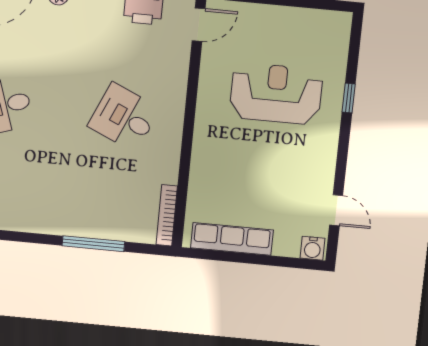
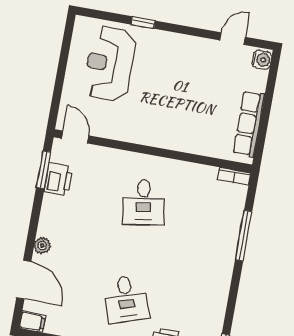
reception desk: (276, 94) -> (110, 64), moved
desk: (124, 117) -> (144, 202), turned -33
bookcase: (167, 215) -> (234, 176), width x0.64

